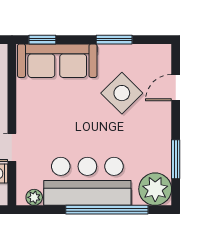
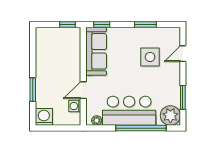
sofa: (57, 61) -> (96, 51), moved, turned -90
side table: (122, 93) -> (150, 57), turned 45

